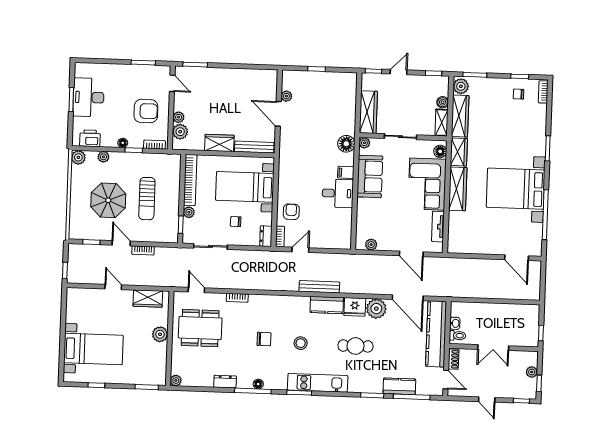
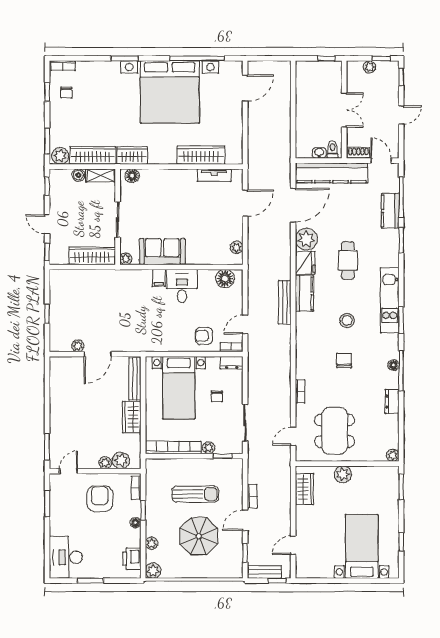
desk: (89, 97) -> (66, 557), moved, turned 90
floor lamp: (346, 144) -> (225, 279), moved
corner sofa: (427, 184) -> (168, 189), removed
wardrobe: (458, 189) -> (201, 155), moved
bed with nightstands: (516, 189) -> (170, 92), width x1.36
door: (300, 250) -> (245, 325), hinge flipped
bench: (73, 259) -> (264, 572), added
door: (113, 287) -> (293, 545), moved
door: (446, 380) -> (381, 161), hinge flipped

